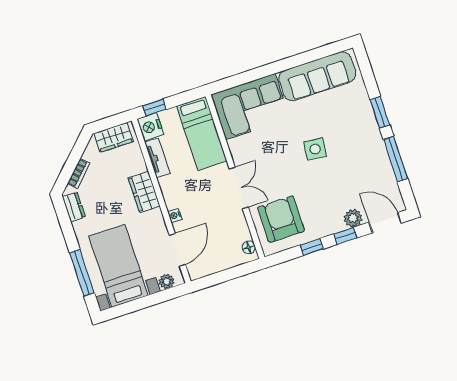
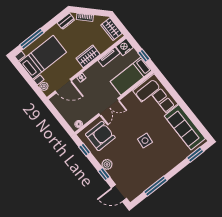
window: (154, 108) -> (144, 56), moved
window: (380, 112) -> (195, 155), moved
plant: (353, 218) -> (107, 164), moved
door: (385, 223) -> (119, 193), swing flipped
window: (312, 247) -> (85, 150), moved

